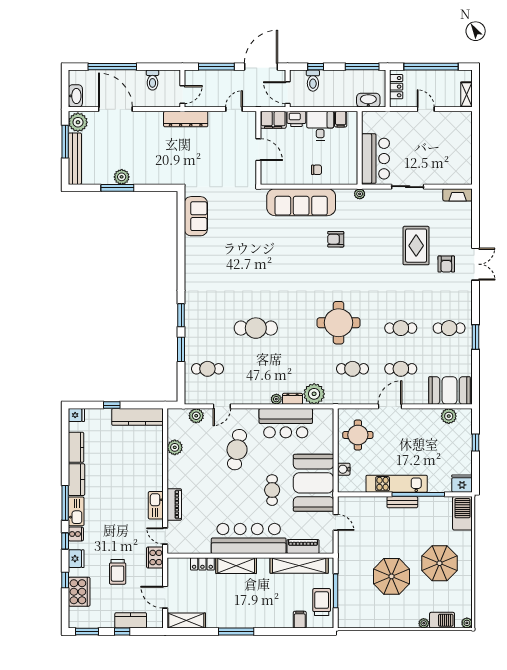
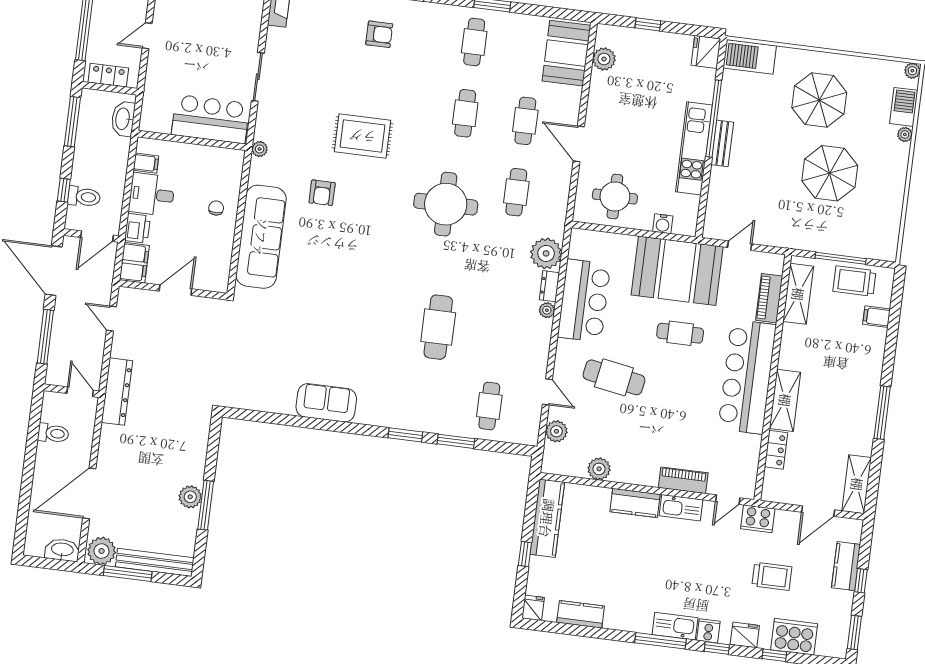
window: (112, 67) -> (26, 490), removed
sofa: (196, 216) -> (326, 403), moved
rug: (416, 246) -> (363, 136), moved
kitchen counter: (77, 480) -> (635, 503), moved, turned 180
shelving: (299, 566) -> (798, 294), width x0.68

